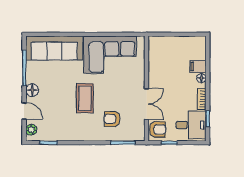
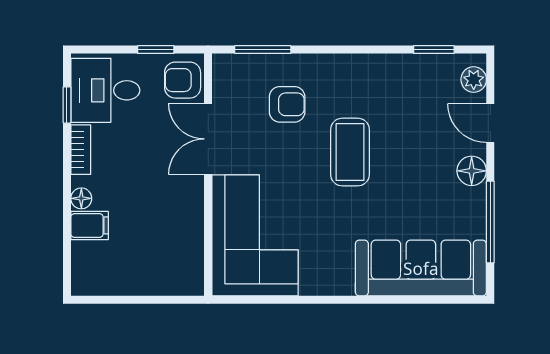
corner sofa: (110, 55) -> (255, 235), moved, turned 90

